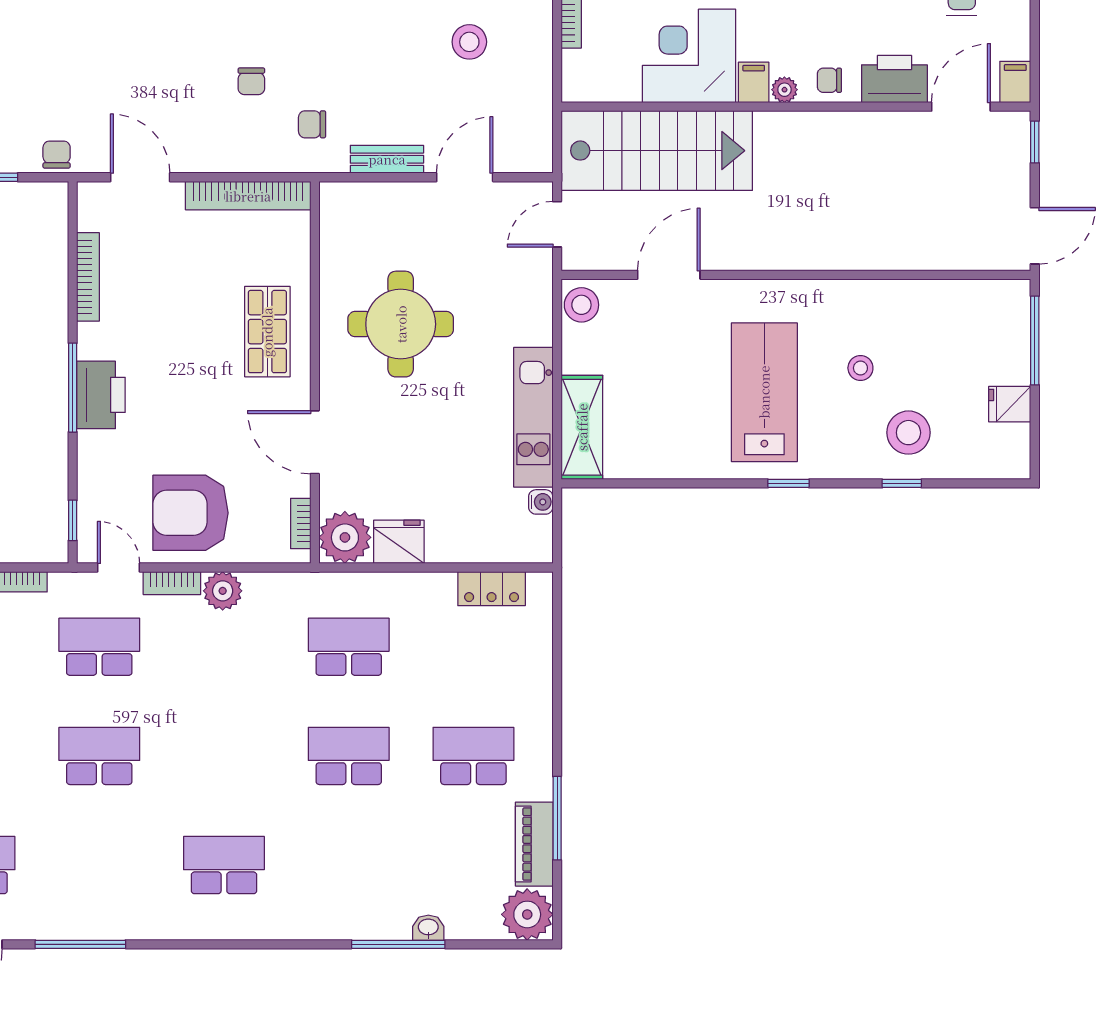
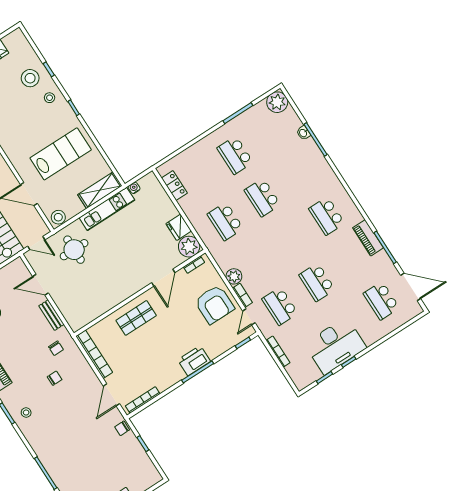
bookcase: (88, 277) -> (143, 400), moved
round table: (401, 324) -> (74, 250), moved, width x0.73, depth x0.73
stool: (860, 368) -> (50, 98), moved
lab bench: (764, 392) -> (61, 154), moved, turned 180
piano: (534, 844) -> (368, 238), moved, turned 90

